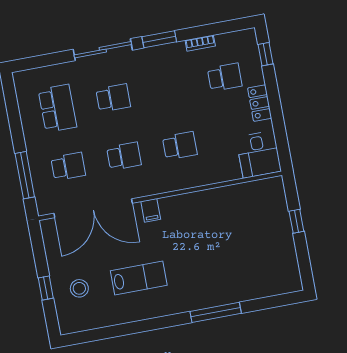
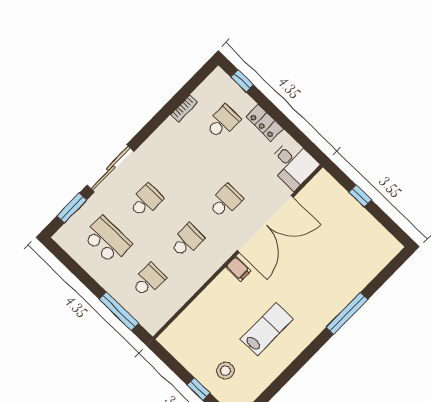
window: (159, 39) -> (72, 208), moved
double door: (93, 208) -> (265, 224), moved

